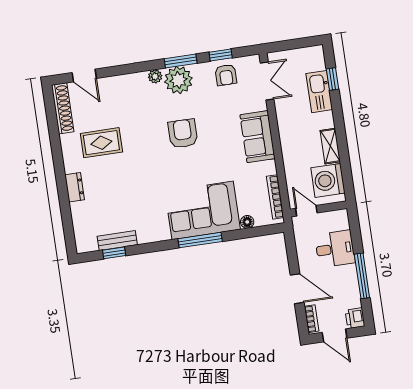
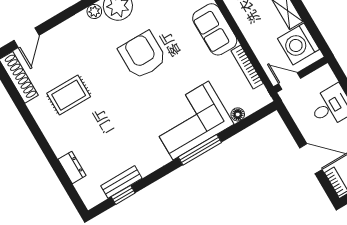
door: (84, 75) -> (27, 38), hinge flipped
armchair: (183, 134) -> (143, 55), width x1.36, depth x1.36
dresser: (75, 187) -> (72, 167), moved
bookcase: (275, 197) -> (247, 67), moved

